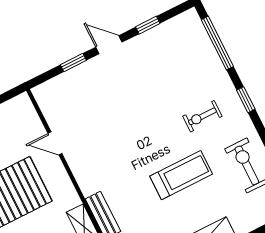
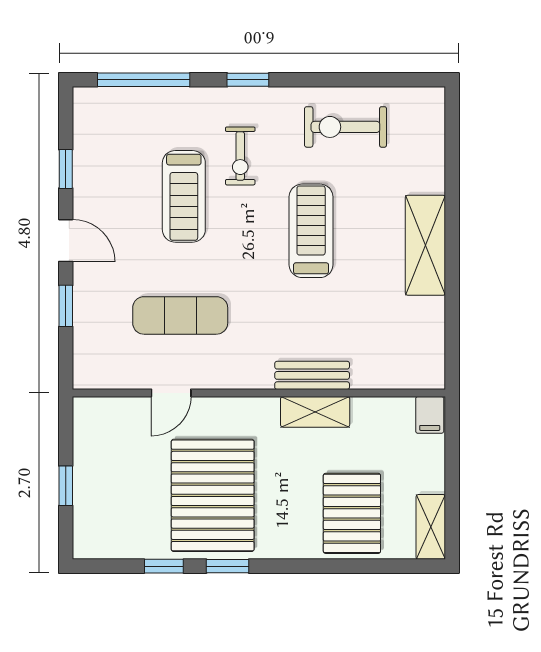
door: (109, 45) -> (66, 241), swing flipped
treadmill: (165, 97) -> (184, 196), added
exercise mat: (99, 127) -> (180, 315), added

